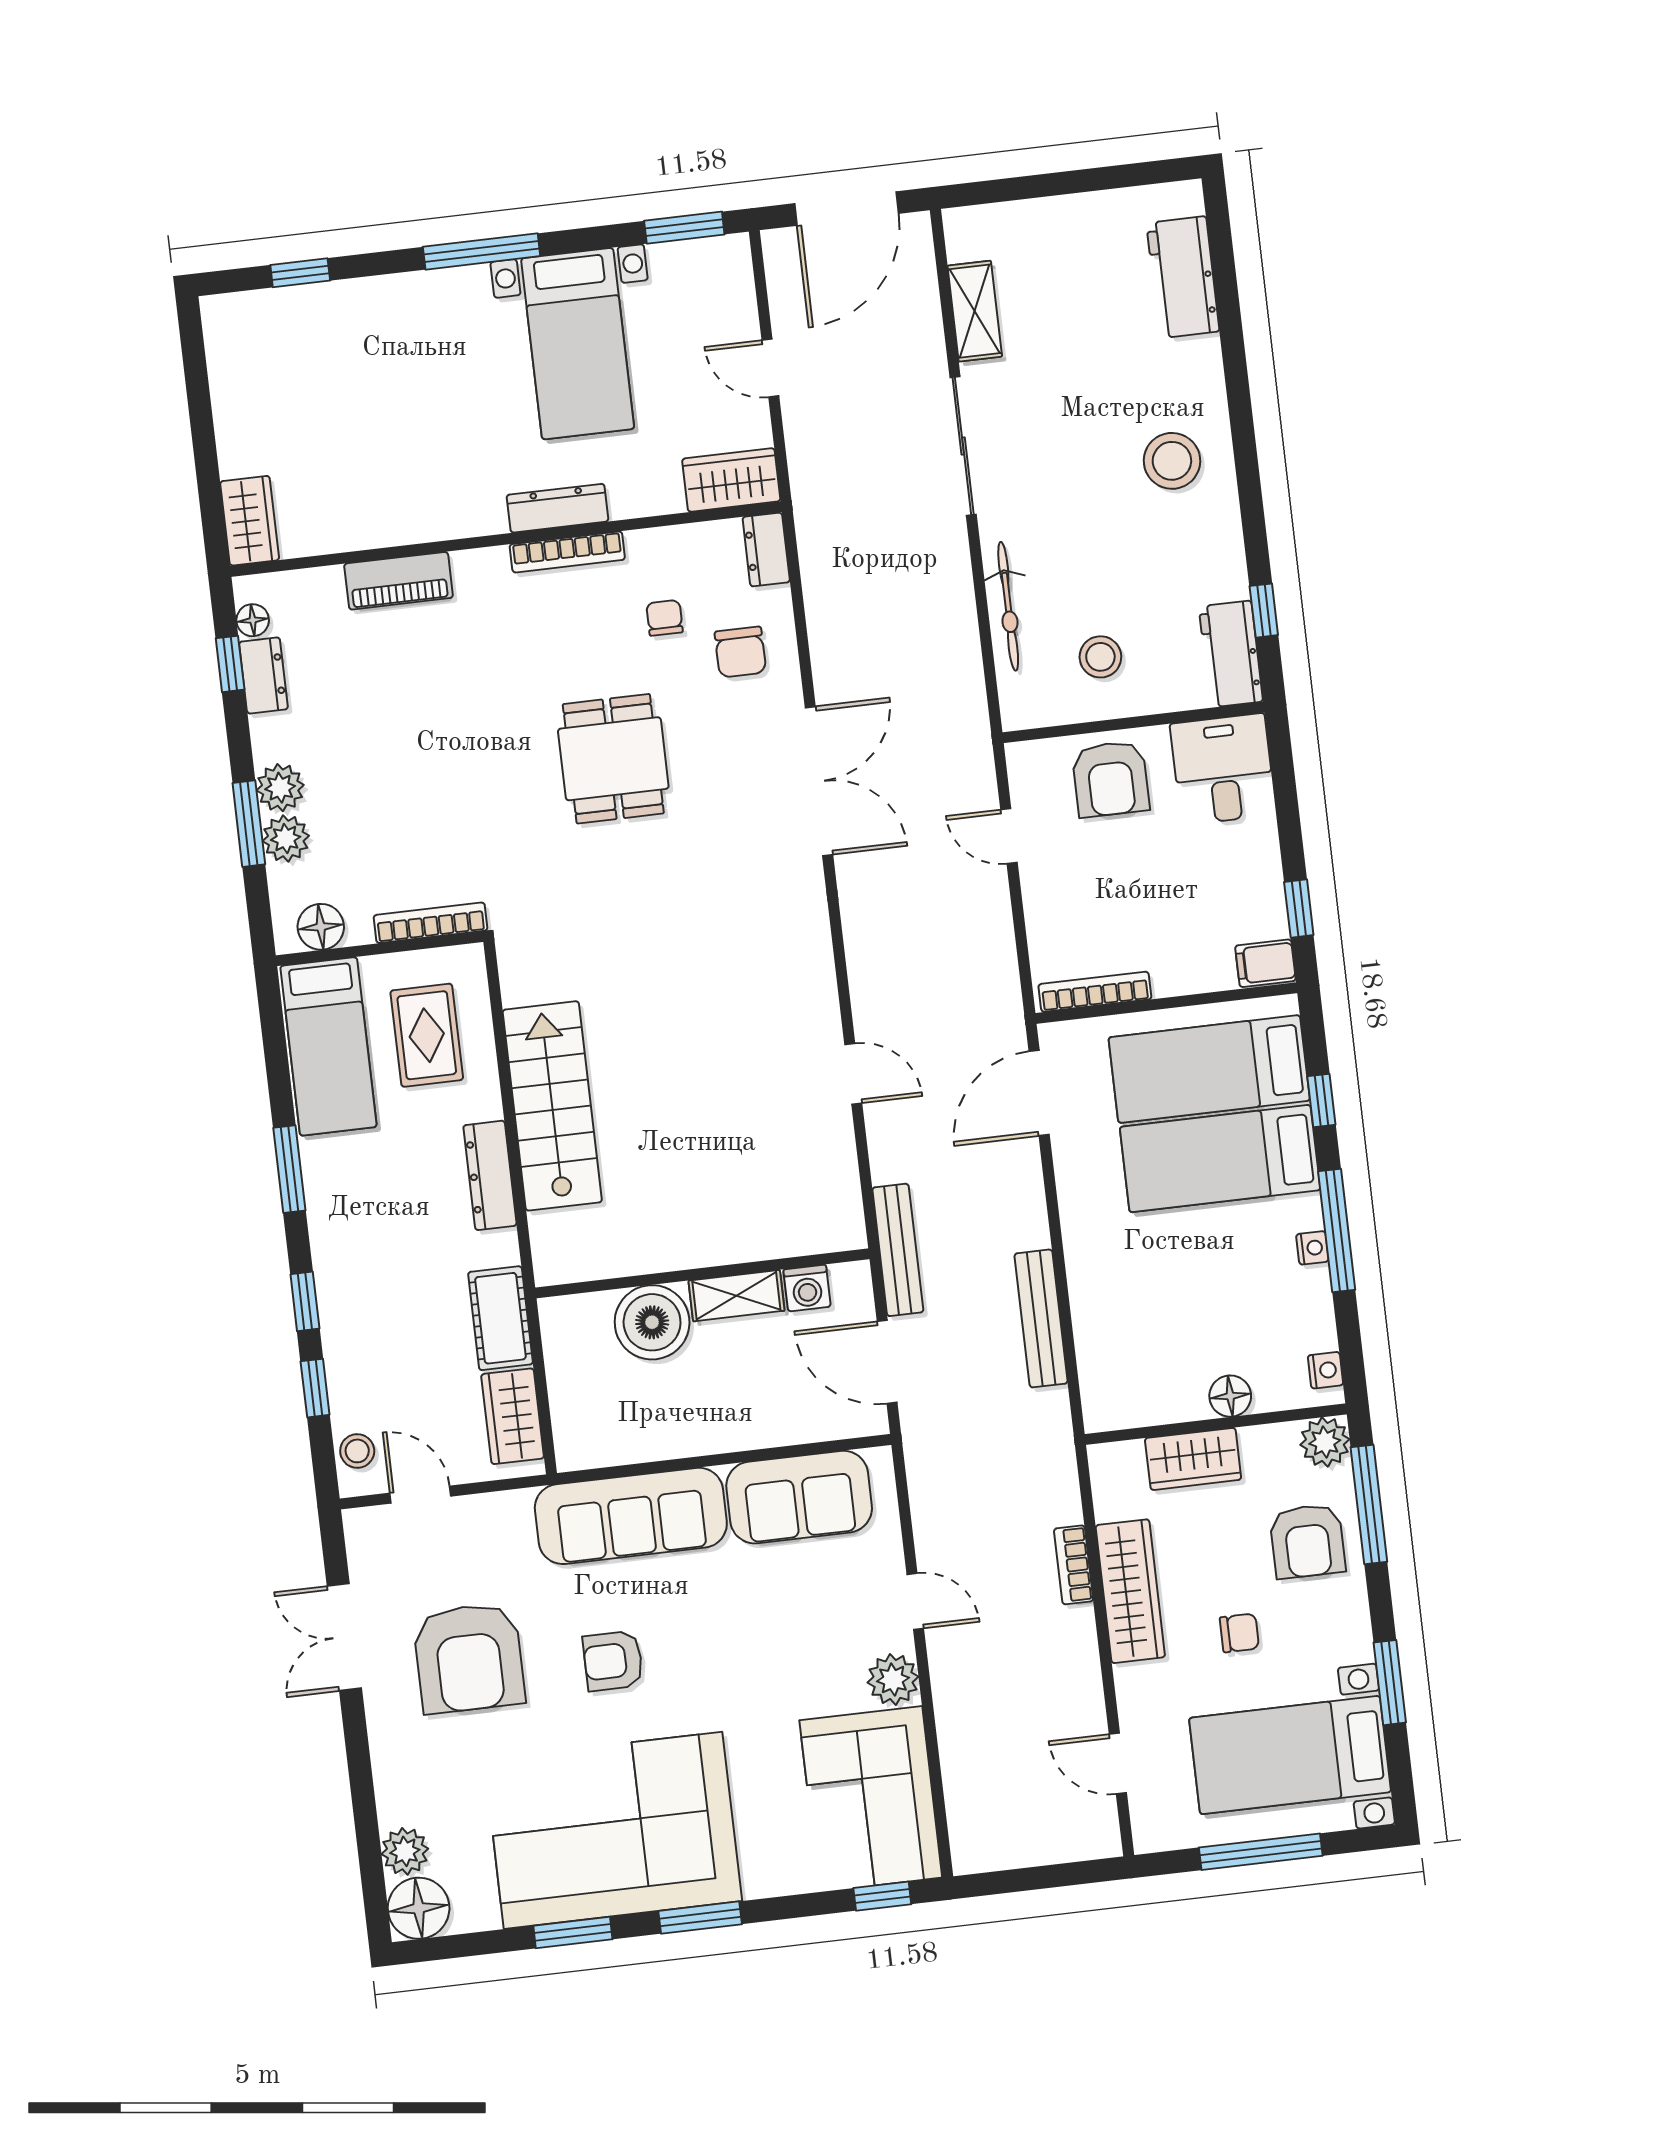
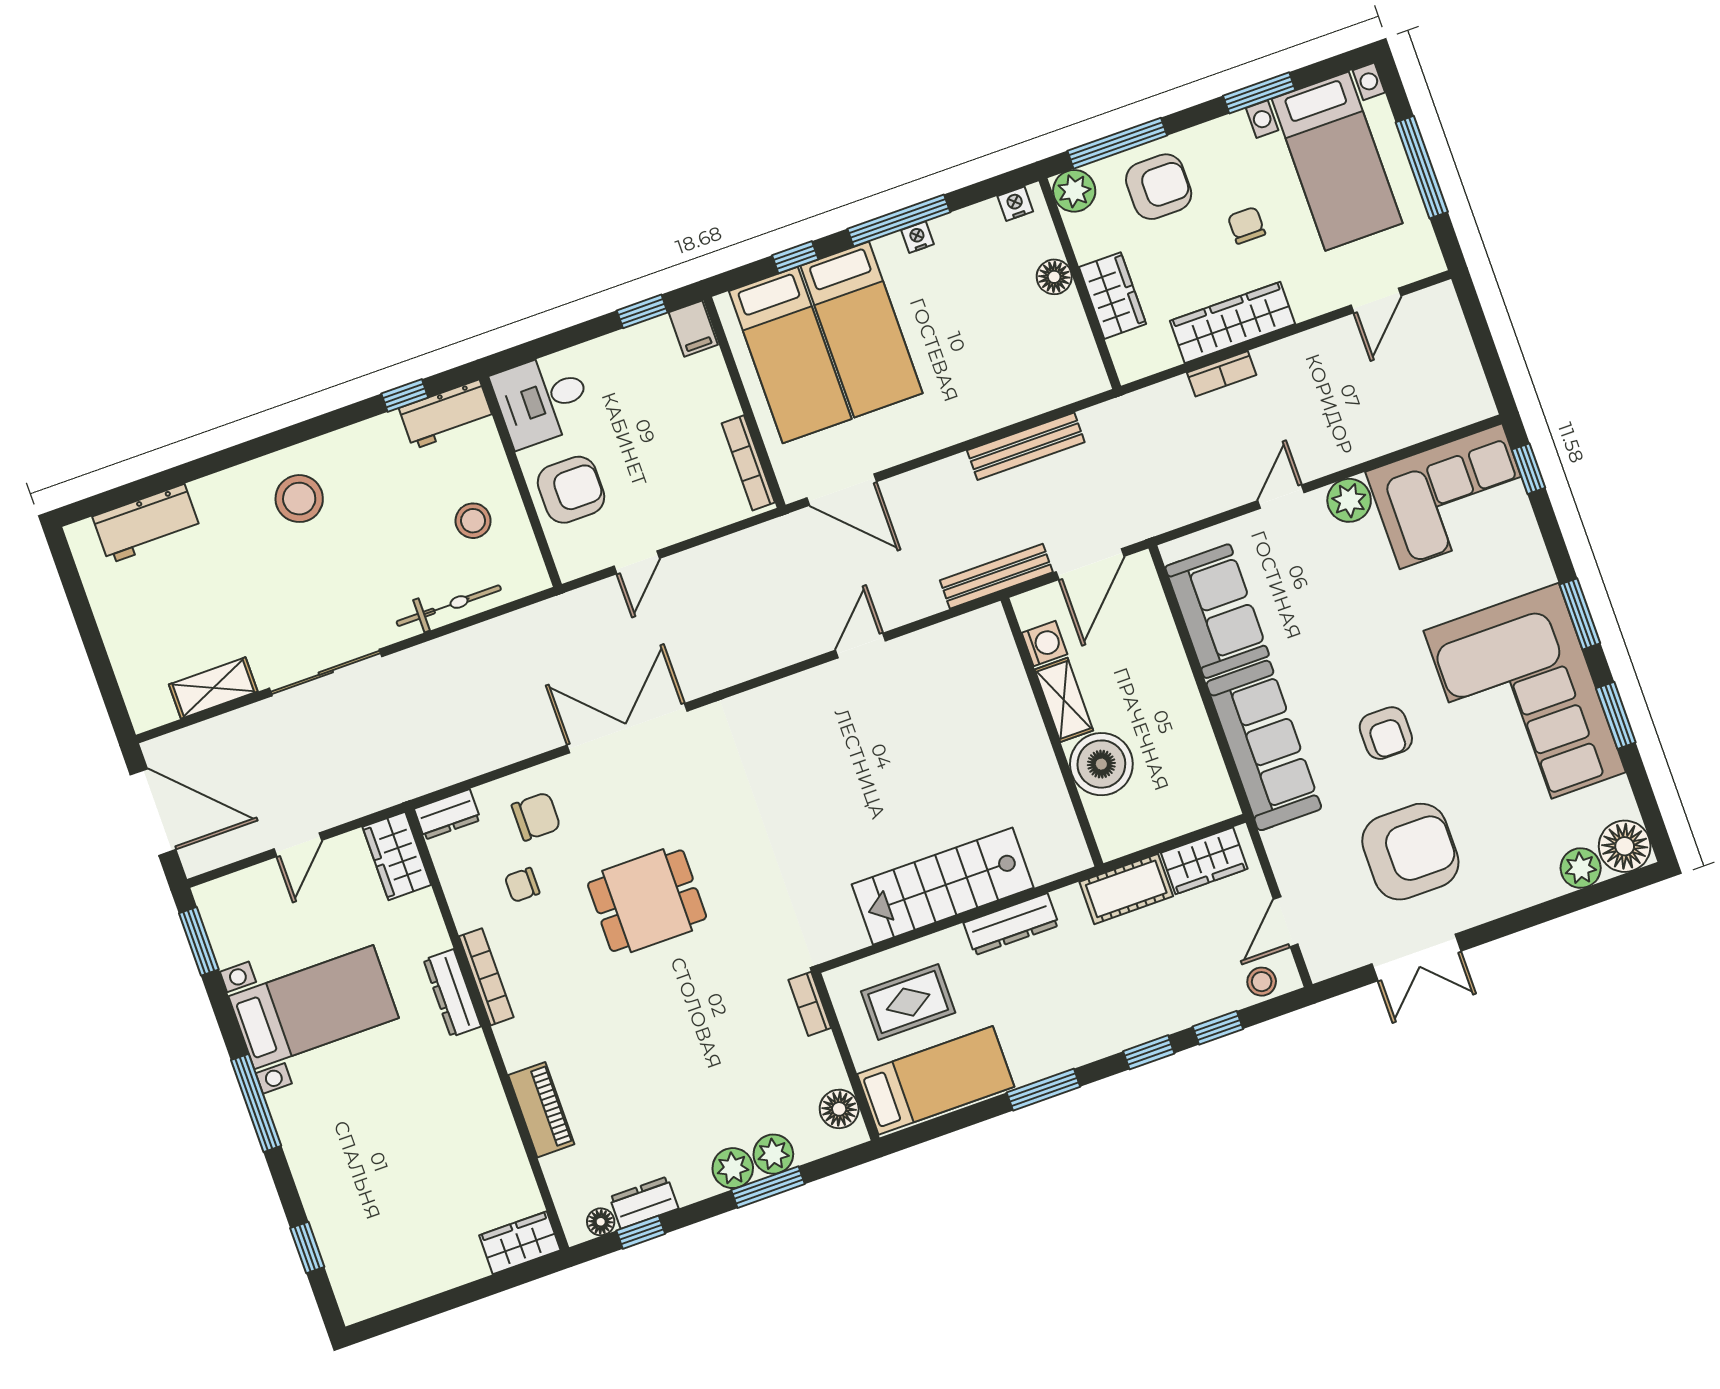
bookcase: (431, 923) -> (810, 1004), width x0.64

